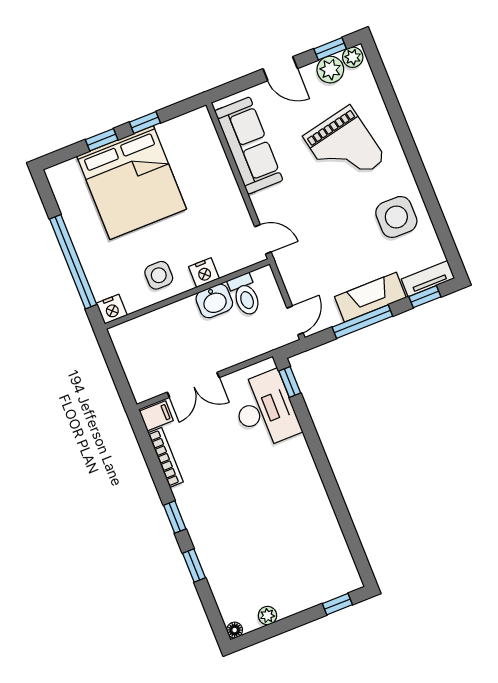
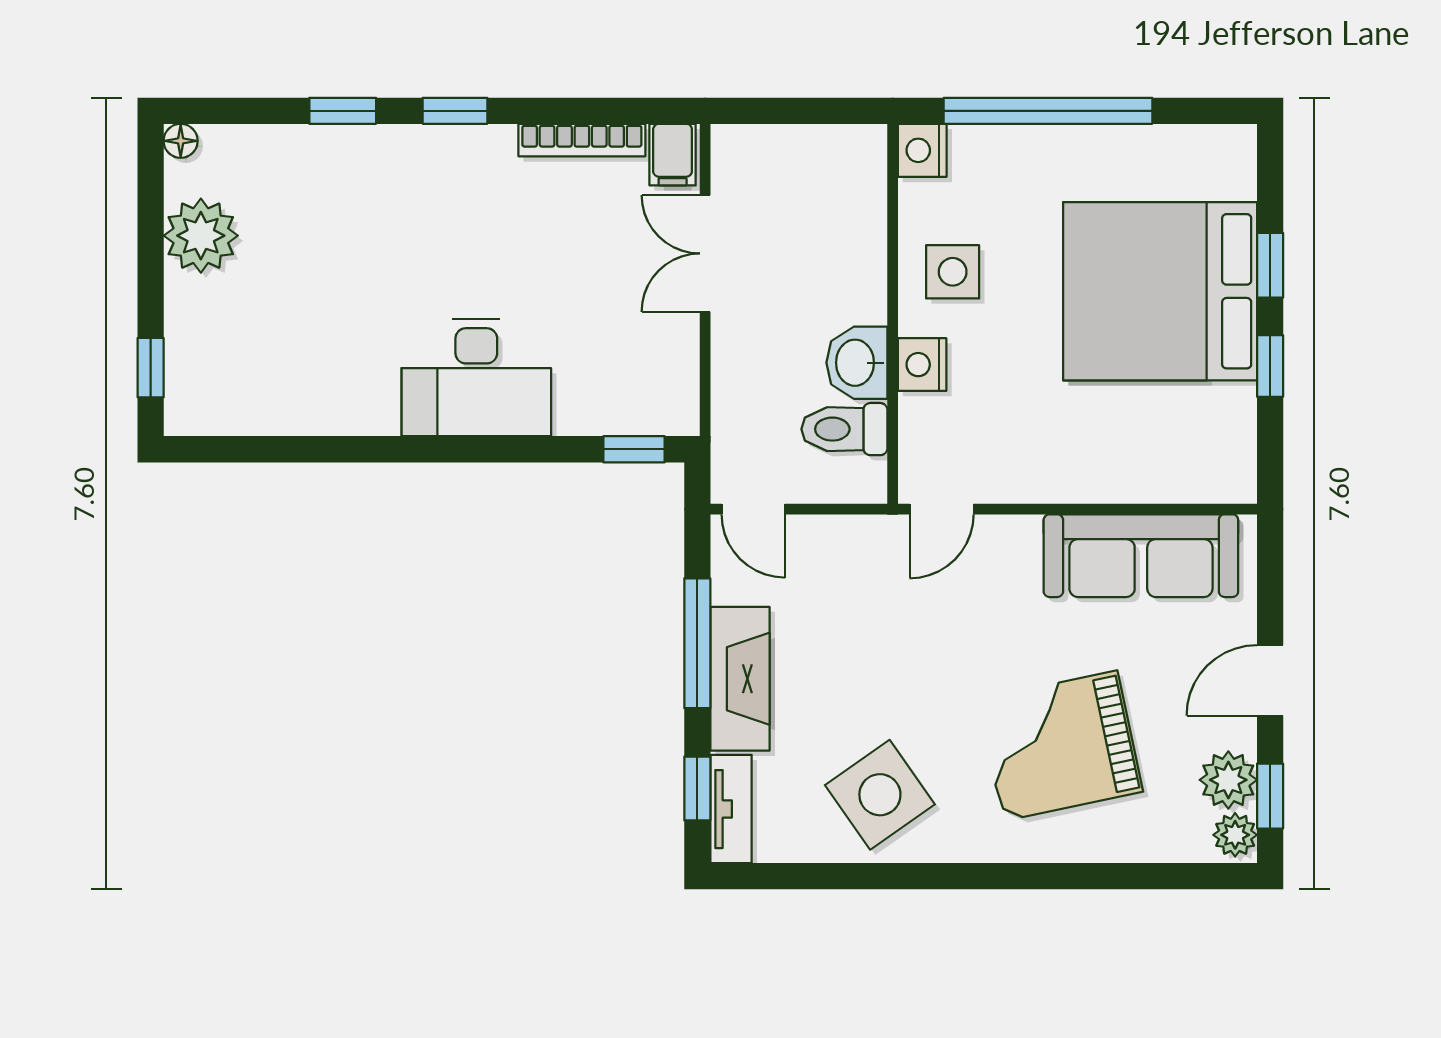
side table: (396, 217) -> (880, 795), turned -35
desk: (265, 410) -> (476, 378), moved
plant: (267, 616) -> (201, 236), width x1.88, depth x1.88

